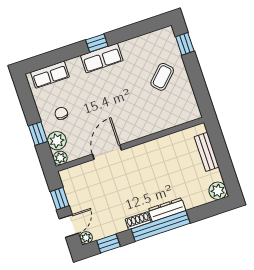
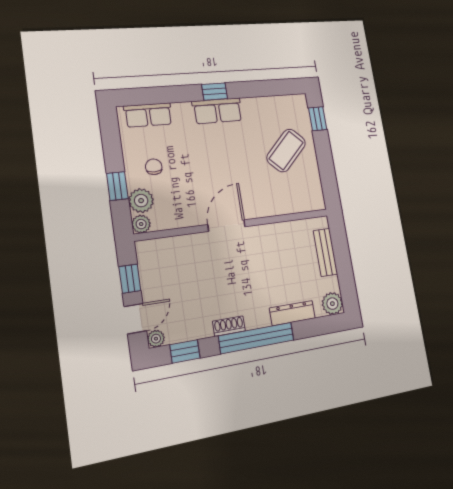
coffee table: (162, 77) -> (286, 150), width x1.36, depth x1.30
door: (107, 152) -> (227, 226), moved
dresser: (167, 210) -> (292, 313), moved

